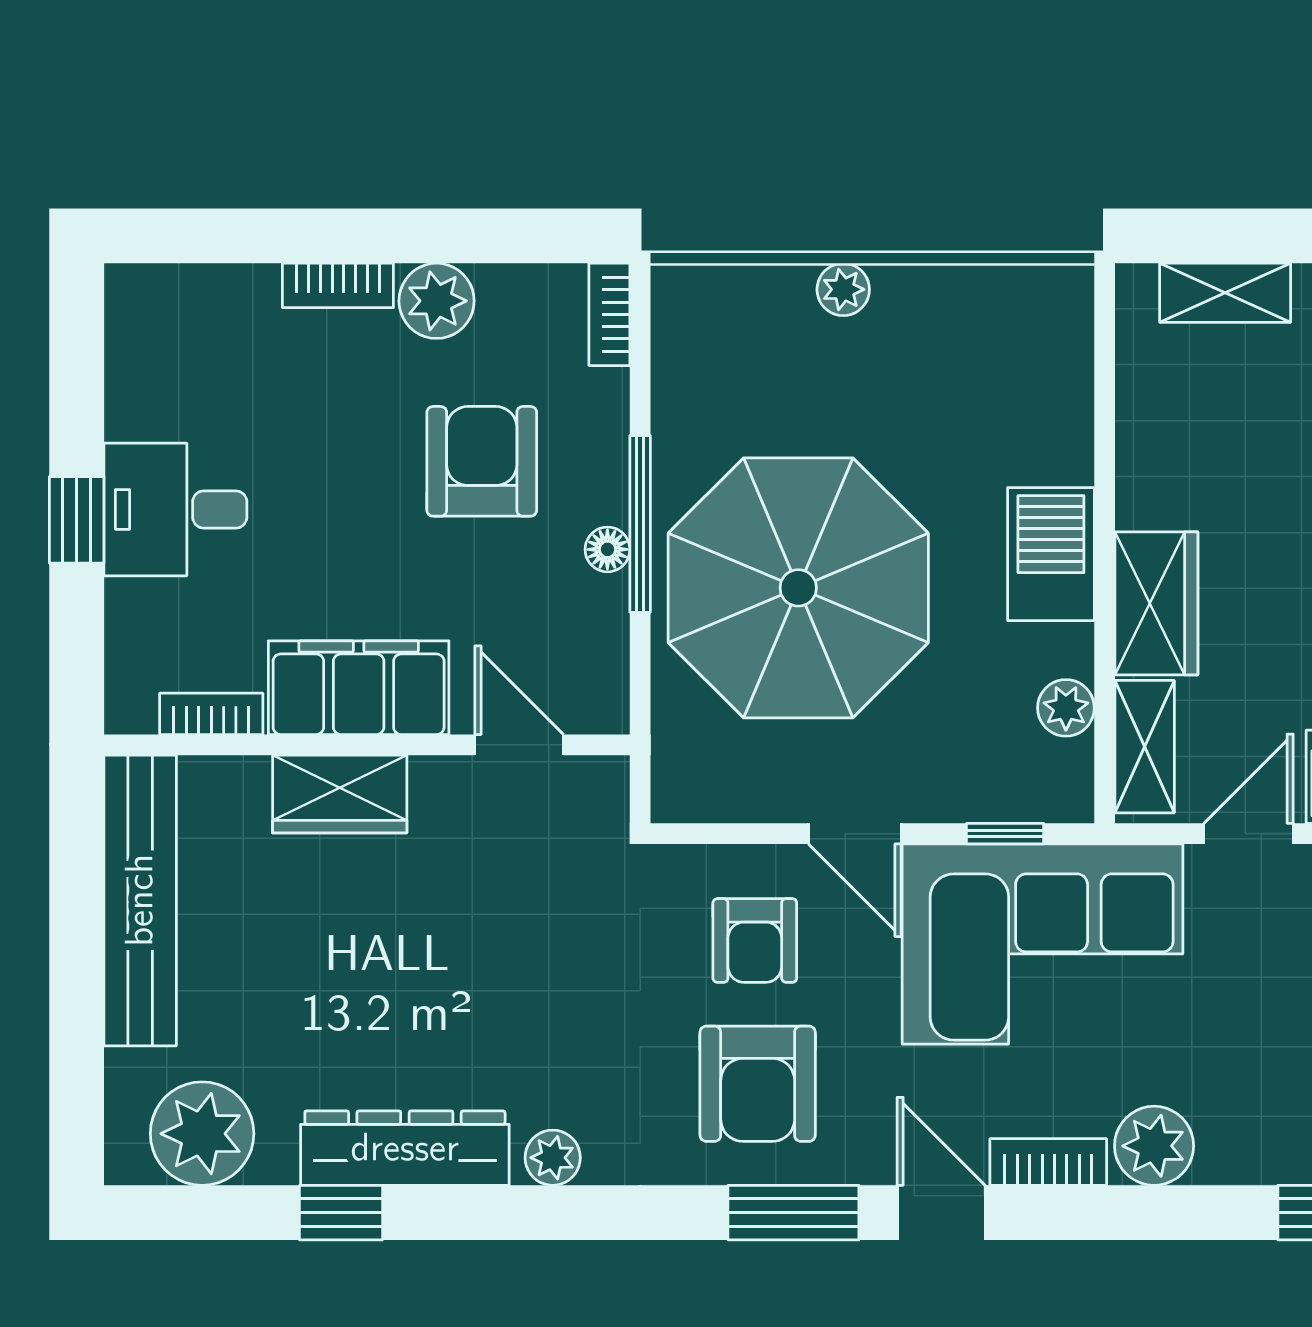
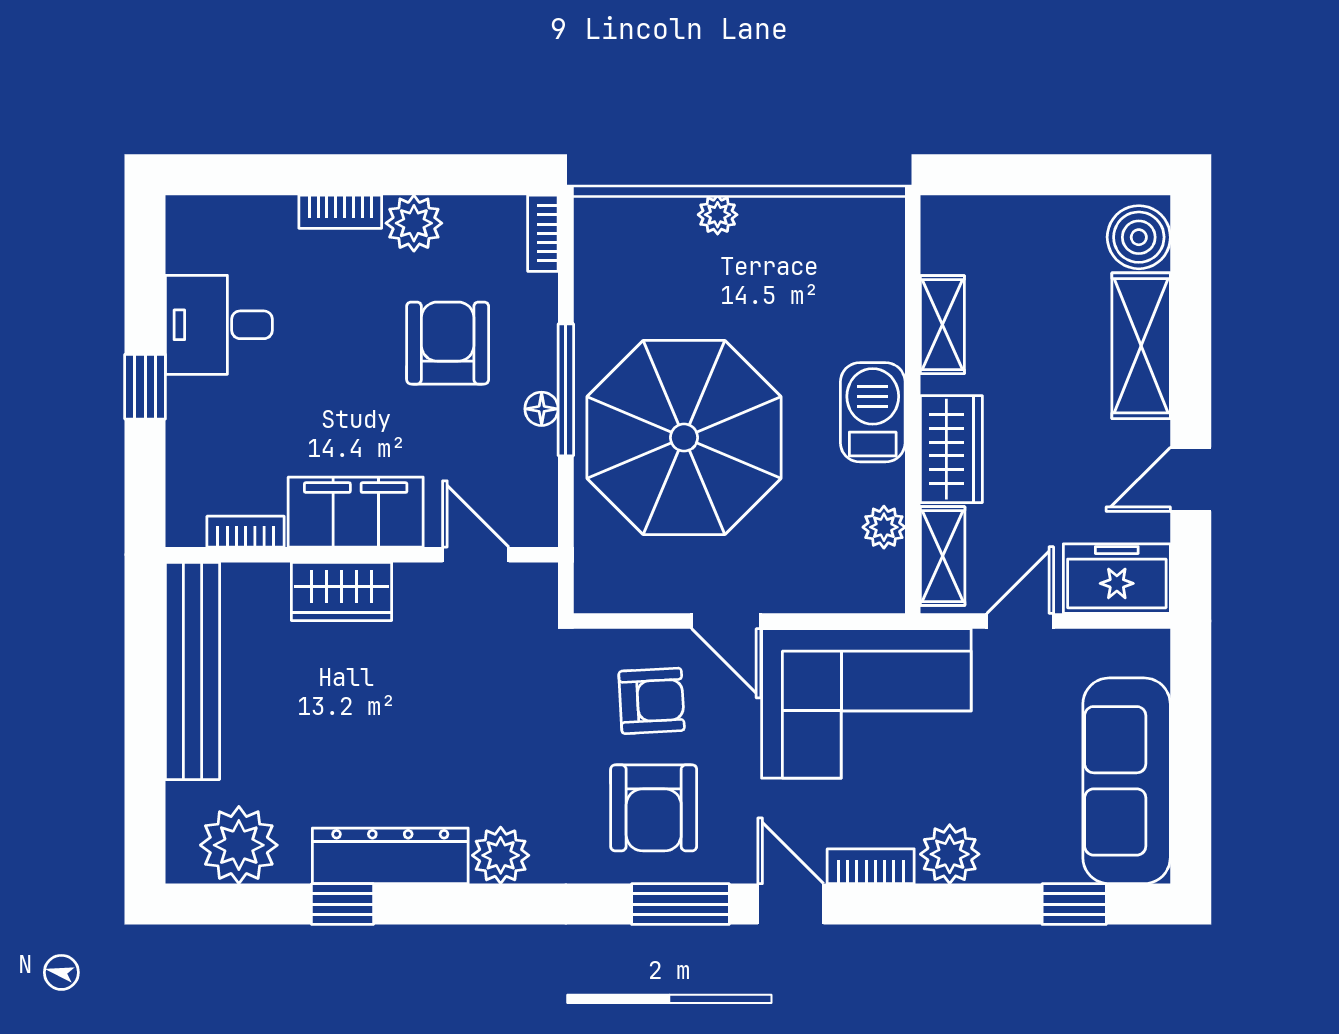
shelving: (1225, 293) -> (942, 325), moved, turned 90
desk: (175, 509) -> (219, 325), moved
window: (1005, 834) -> (838, 621), removed
armchair: (755, 940) -> (652, 701), turned -93
plant: (553, 1158) -> (501, 855), width x1.38, depth x1.38

